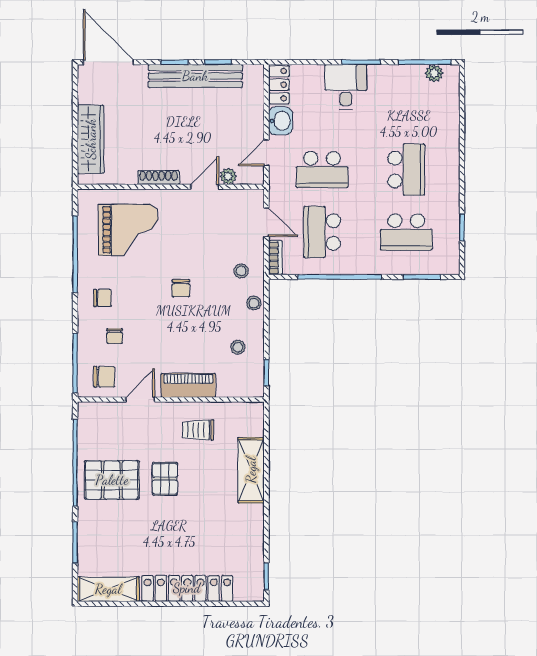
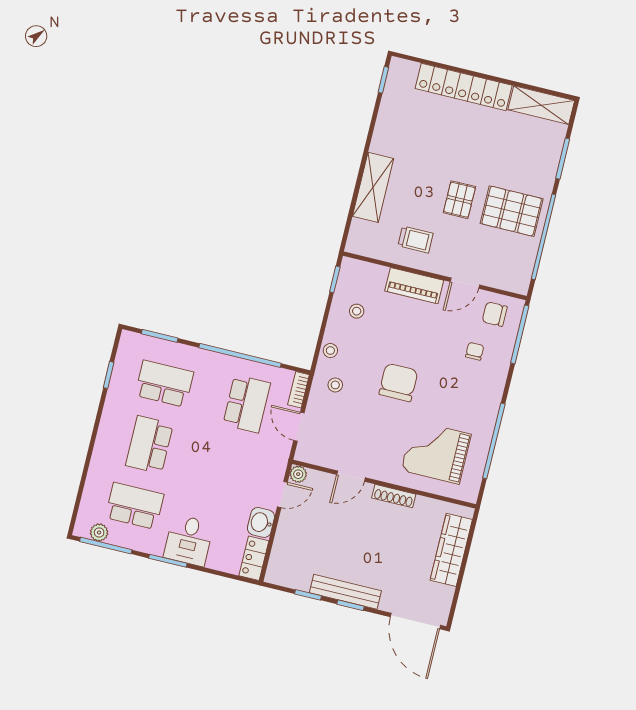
bench: (195, 76) -> (345, 592), width x0.73, depth x0.82
school desk: (322, 170) -> (135, 506), moved
plant: (228, 176) -> (298, 474), moved
chair: (181, 288) -> (398, 382), width x1.87, depth x1.87
chair: (102, 298) -> (478, 392), removed

